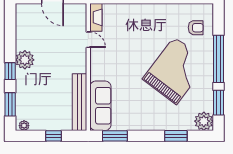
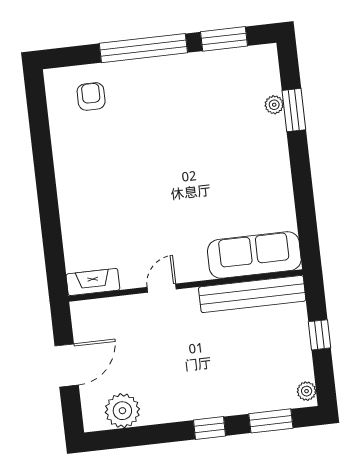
door: (88, 40) -> (162, 288), moved
plant: (25, 60) -> (122, 411), moved
grand piano: (175, 71) -> (174, 125), removed
plant: (204, 121) -> (274, 105), moved, width x0.53, depth x0.53
window: (115, 136) -> (307, 222), removed

